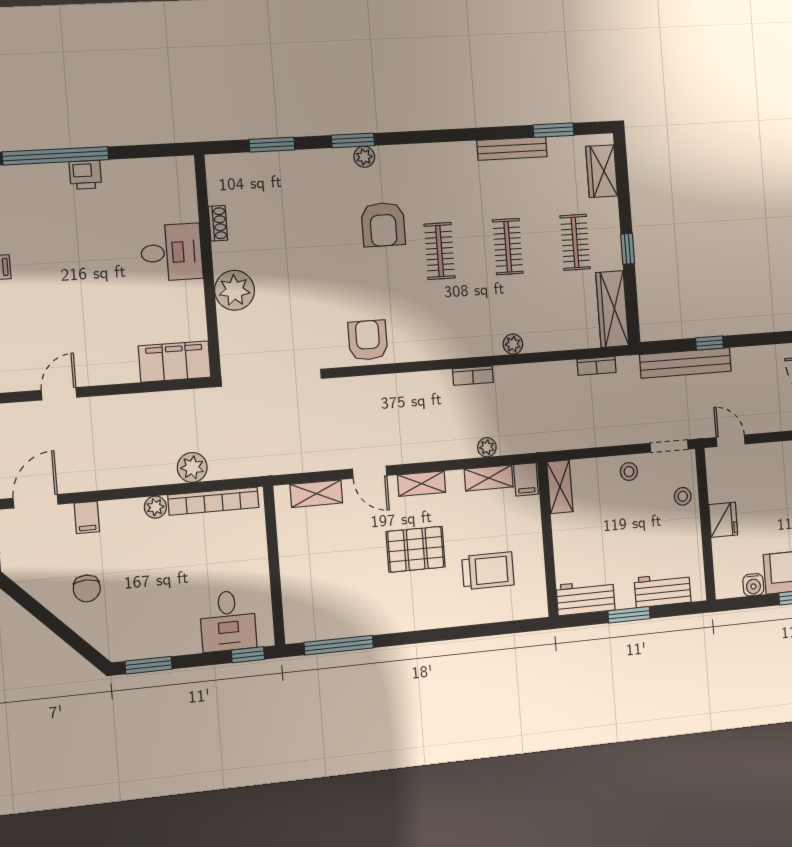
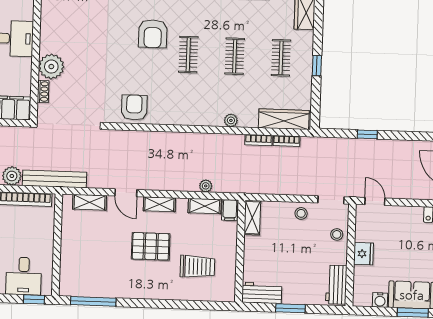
shoe rack: (218, 223) -> (43, 91), moved
wardrobe: (612, 309) -> (284, 119), moved, turned 90
bench: (685, 363) -> (54, 179), moved
bookcase: (473, 376) -> (259, 140), moved
workbench: (663, 590) -> (336, 285), moved, turned -90

